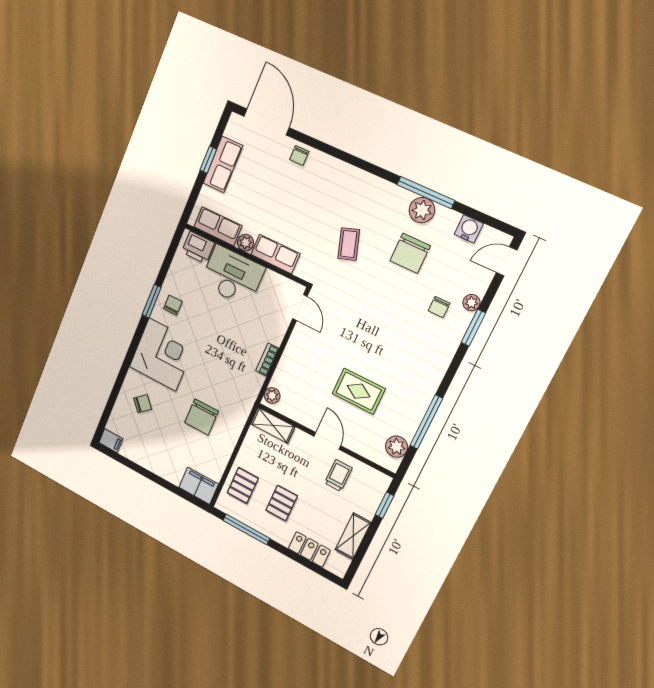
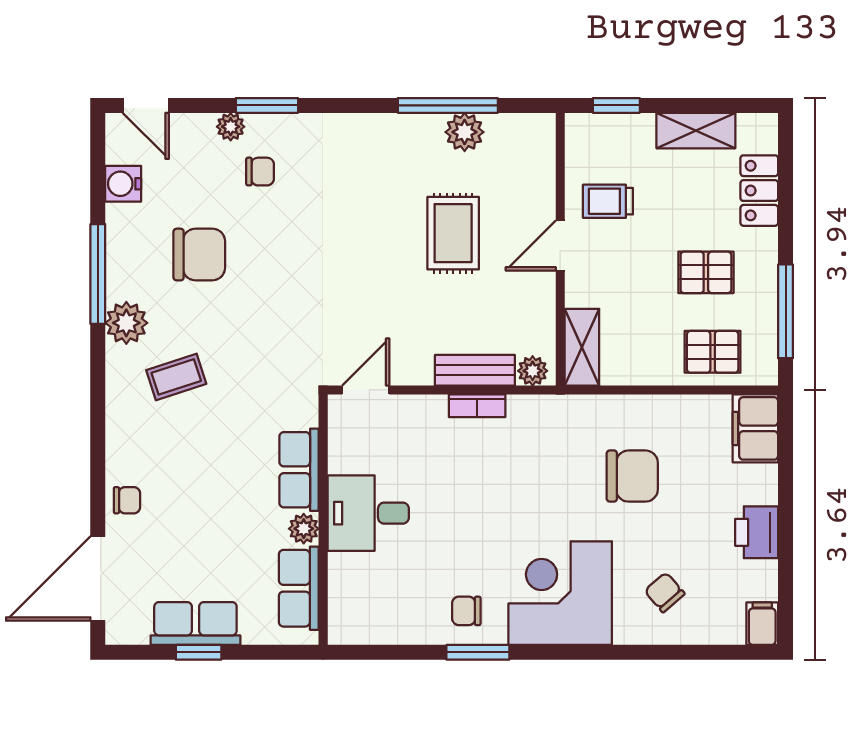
plant: (422, 210) -> (126, 323), moved
coffee table: (349, 244) -> (176, 377), moved
printer: (198, 247) -> (757, 532), moved, turned 180
desk: (232, 276) -> (368, 513), width x0.73
bench: (285, 367) -> (475, 370), added
plant: (397, 447) -> (465, 132), moved

